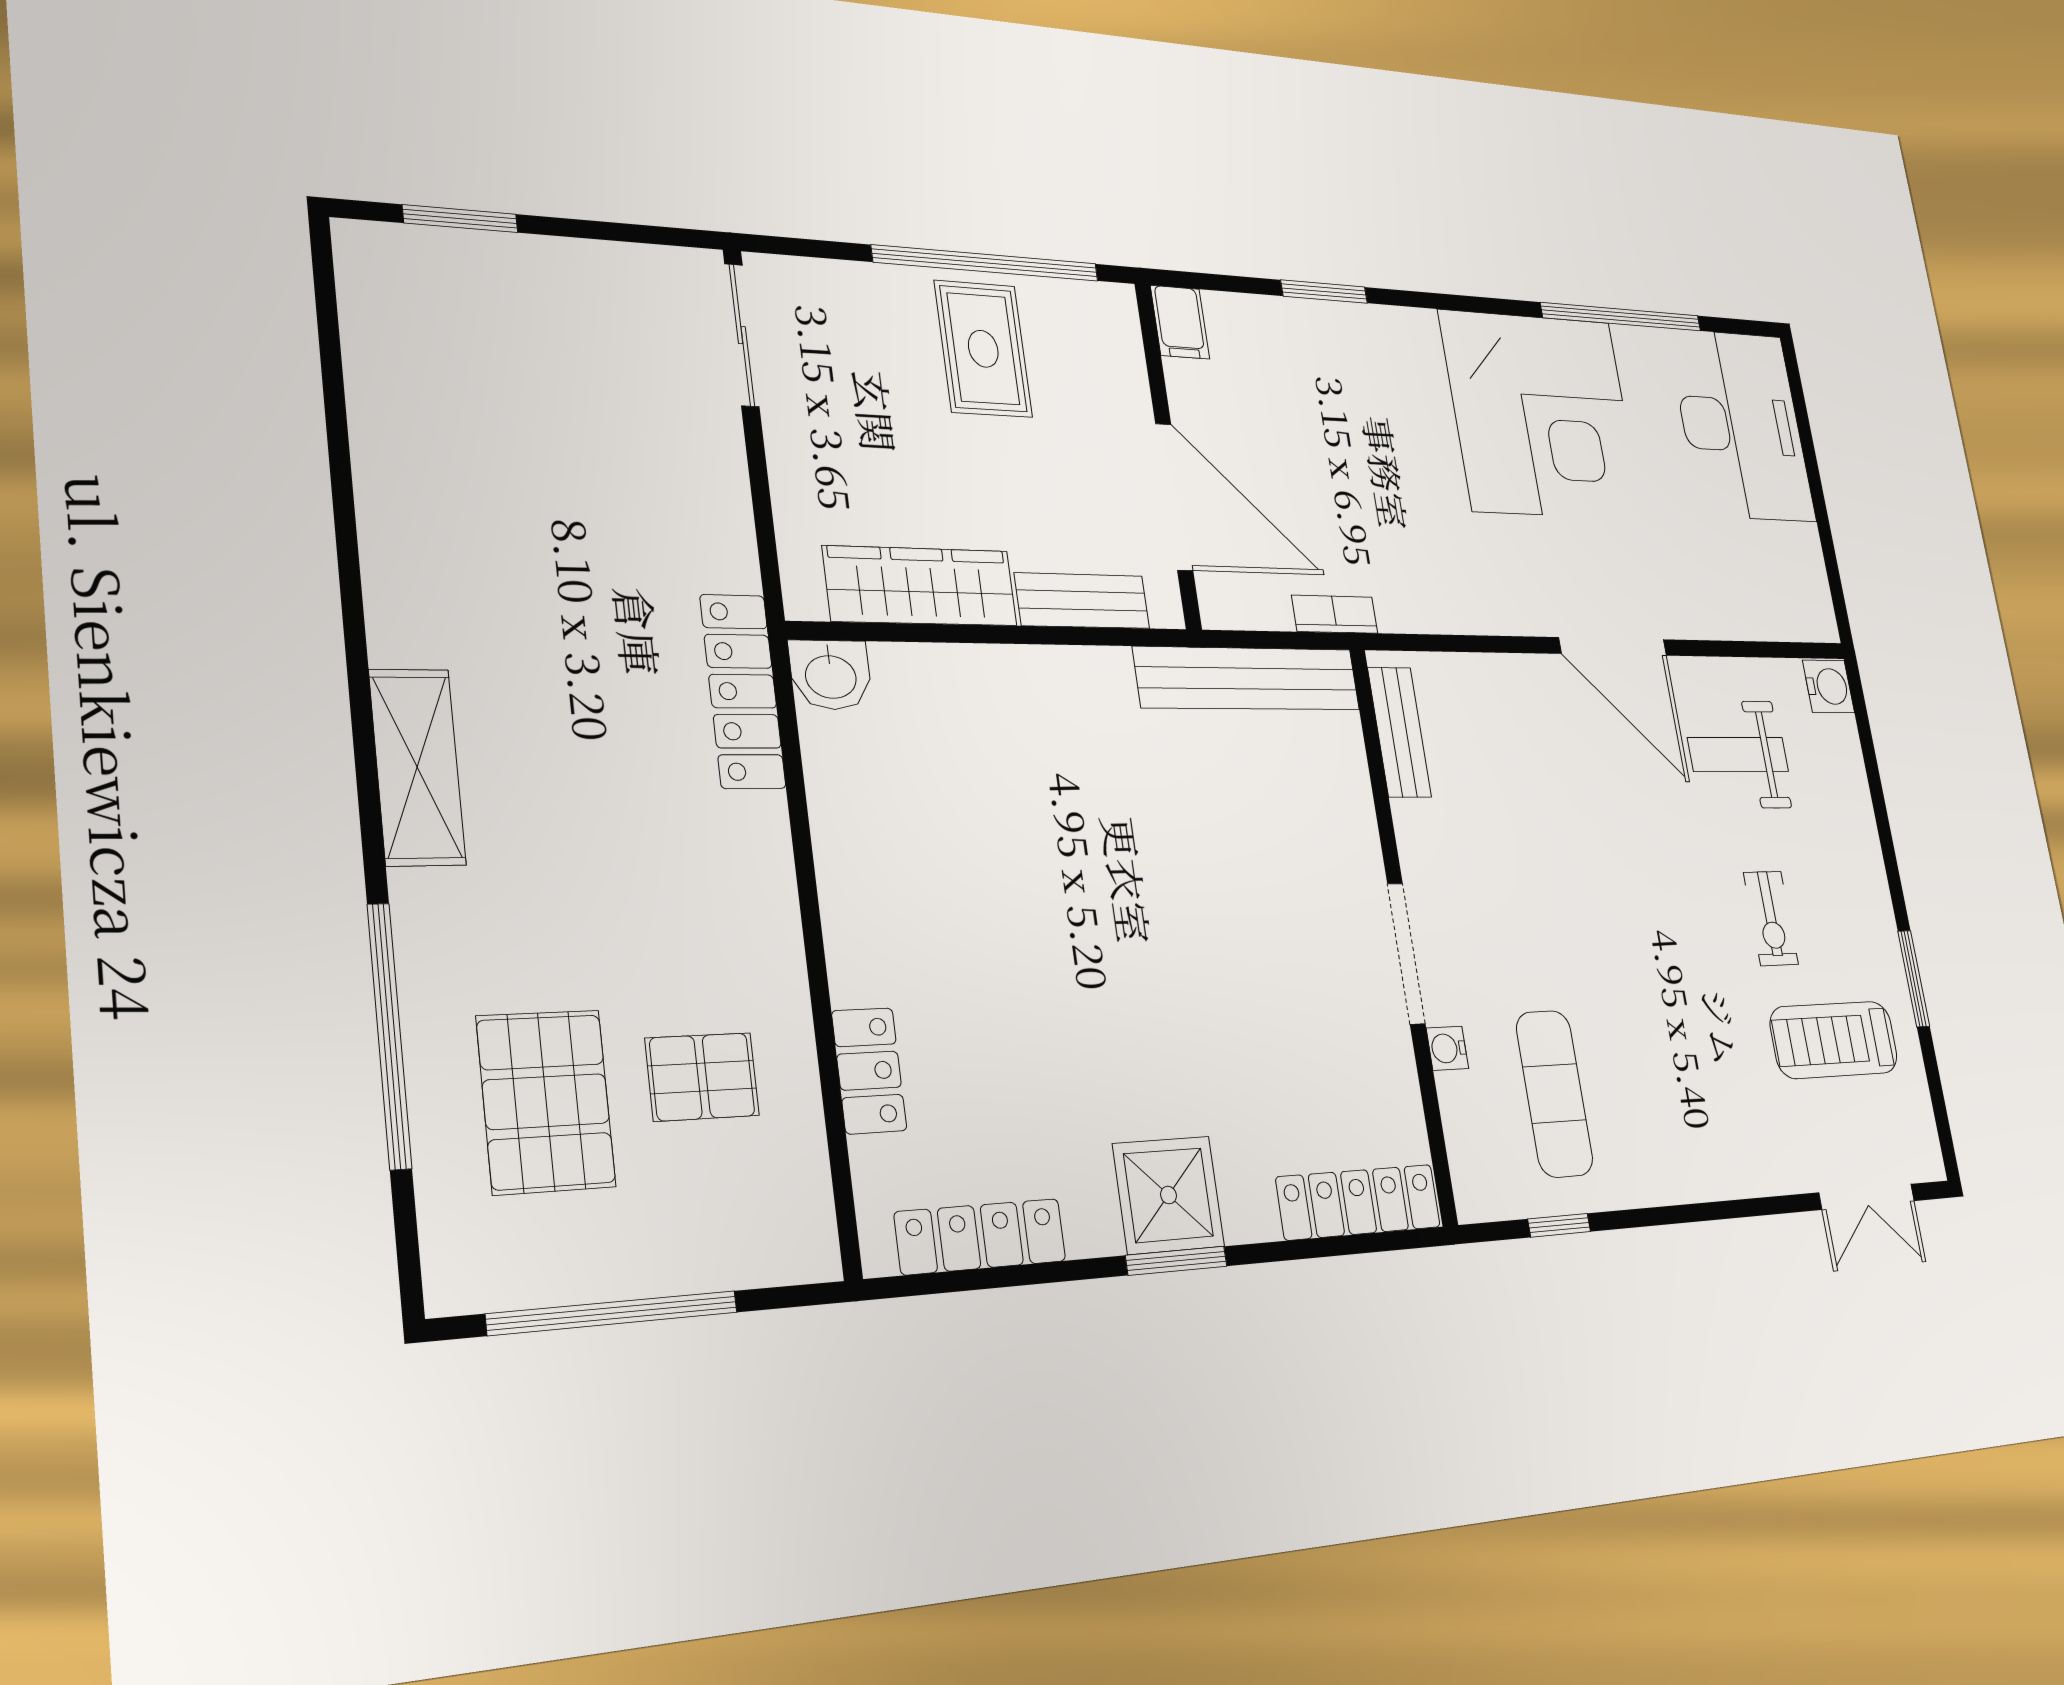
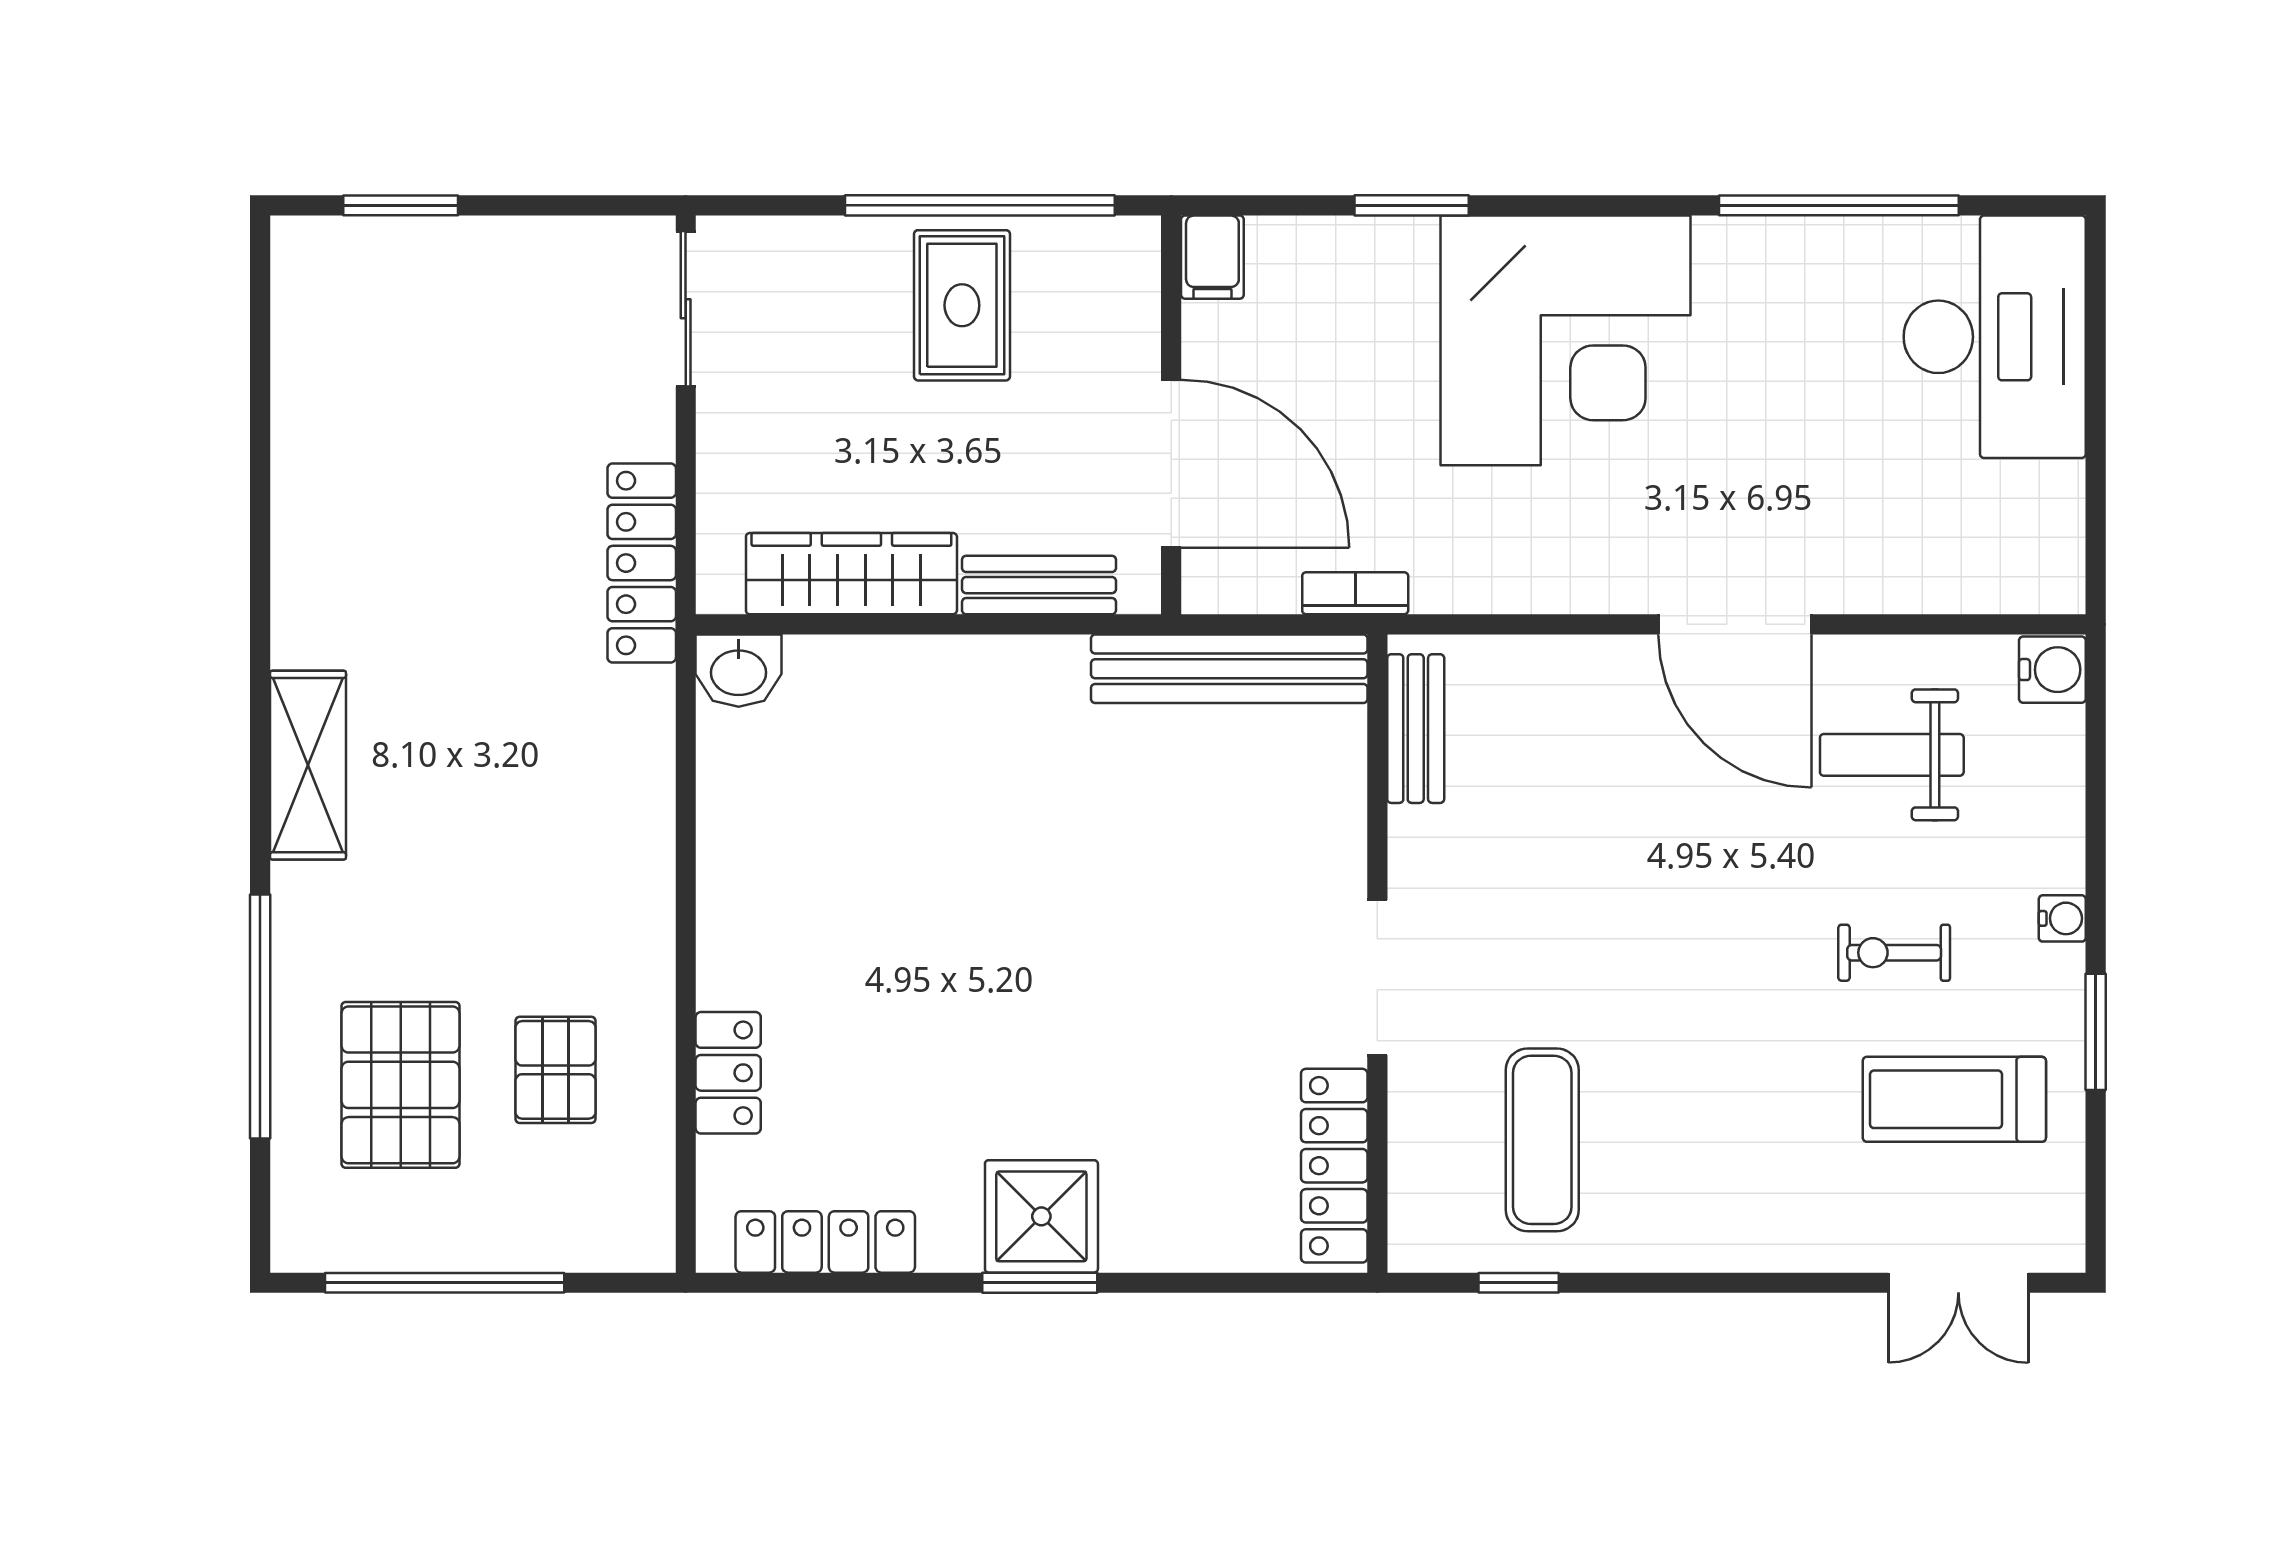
corner desk: (1542, 415) -> (1565, 340), moved
locker: (743, 691) -> (642, 563), moved
exercise bike: (1771, 918) -> (1894, 953), turned 90
water cooler: (1447, 1048) -> (2062, 918), moved, turned 180
pallet: (702, 1077) -> (555, 1070), turned 90
locker: (1359, 1202) -> (1334, 1166), moved, turned -90

